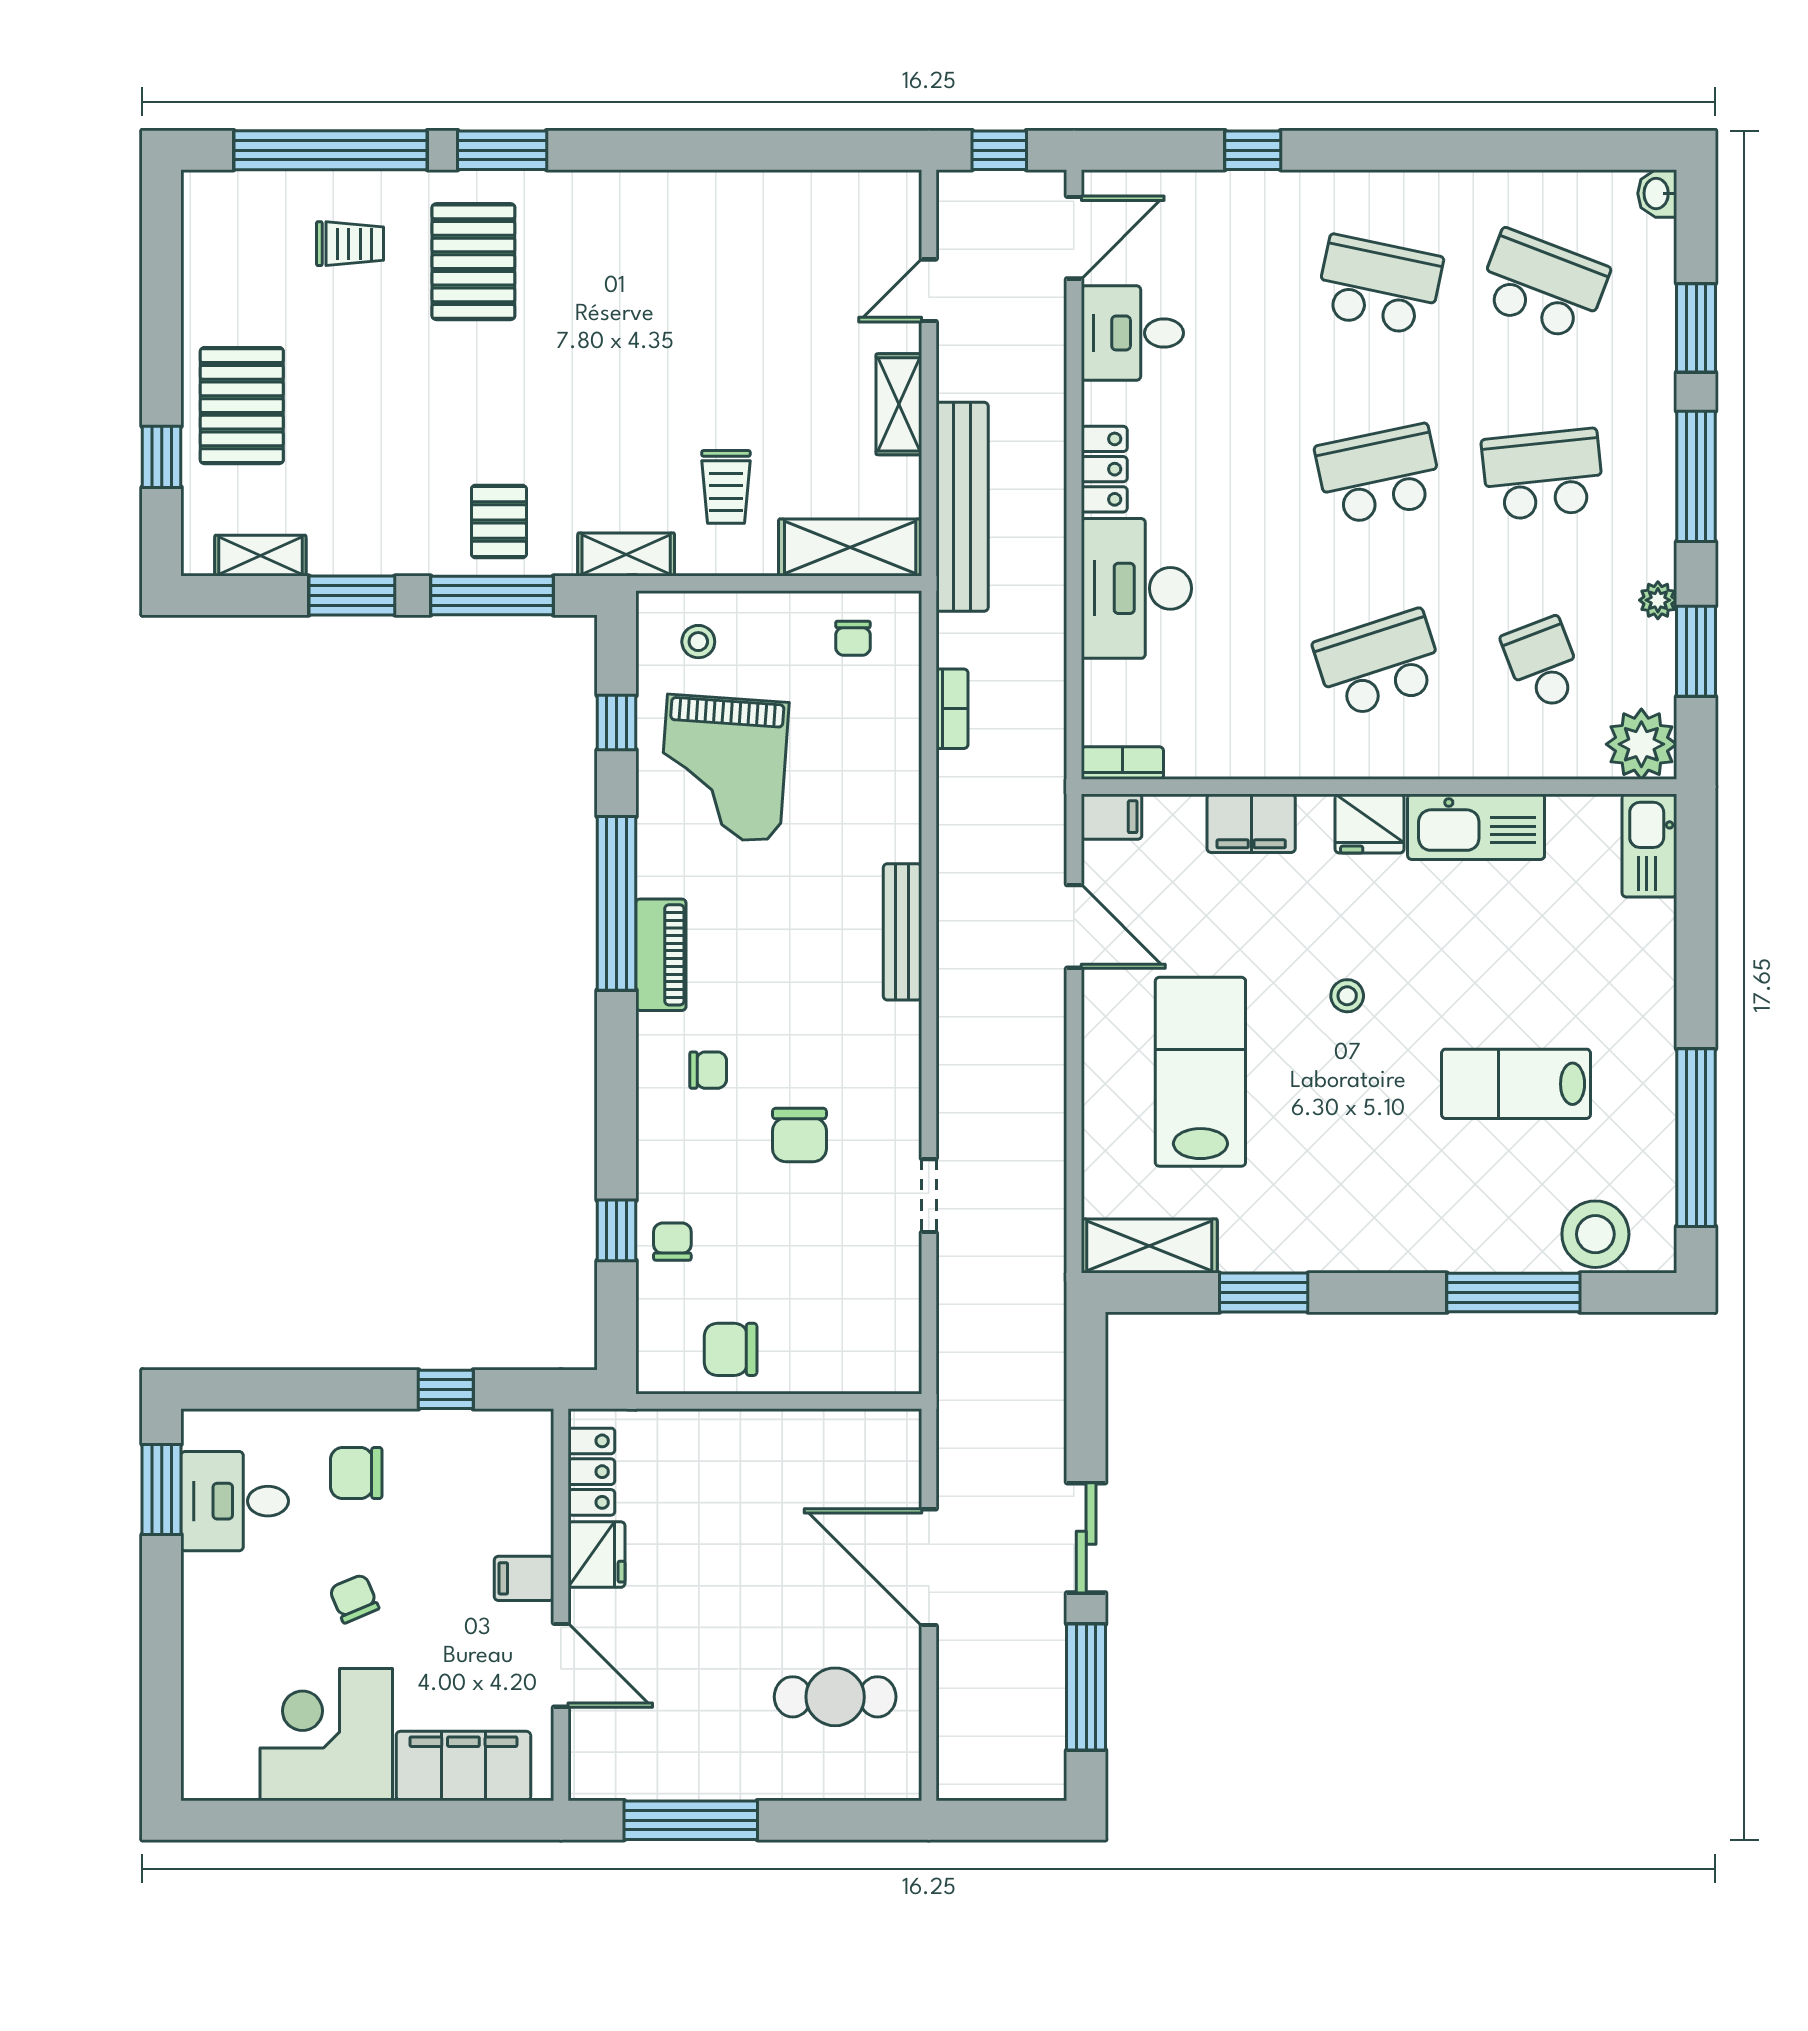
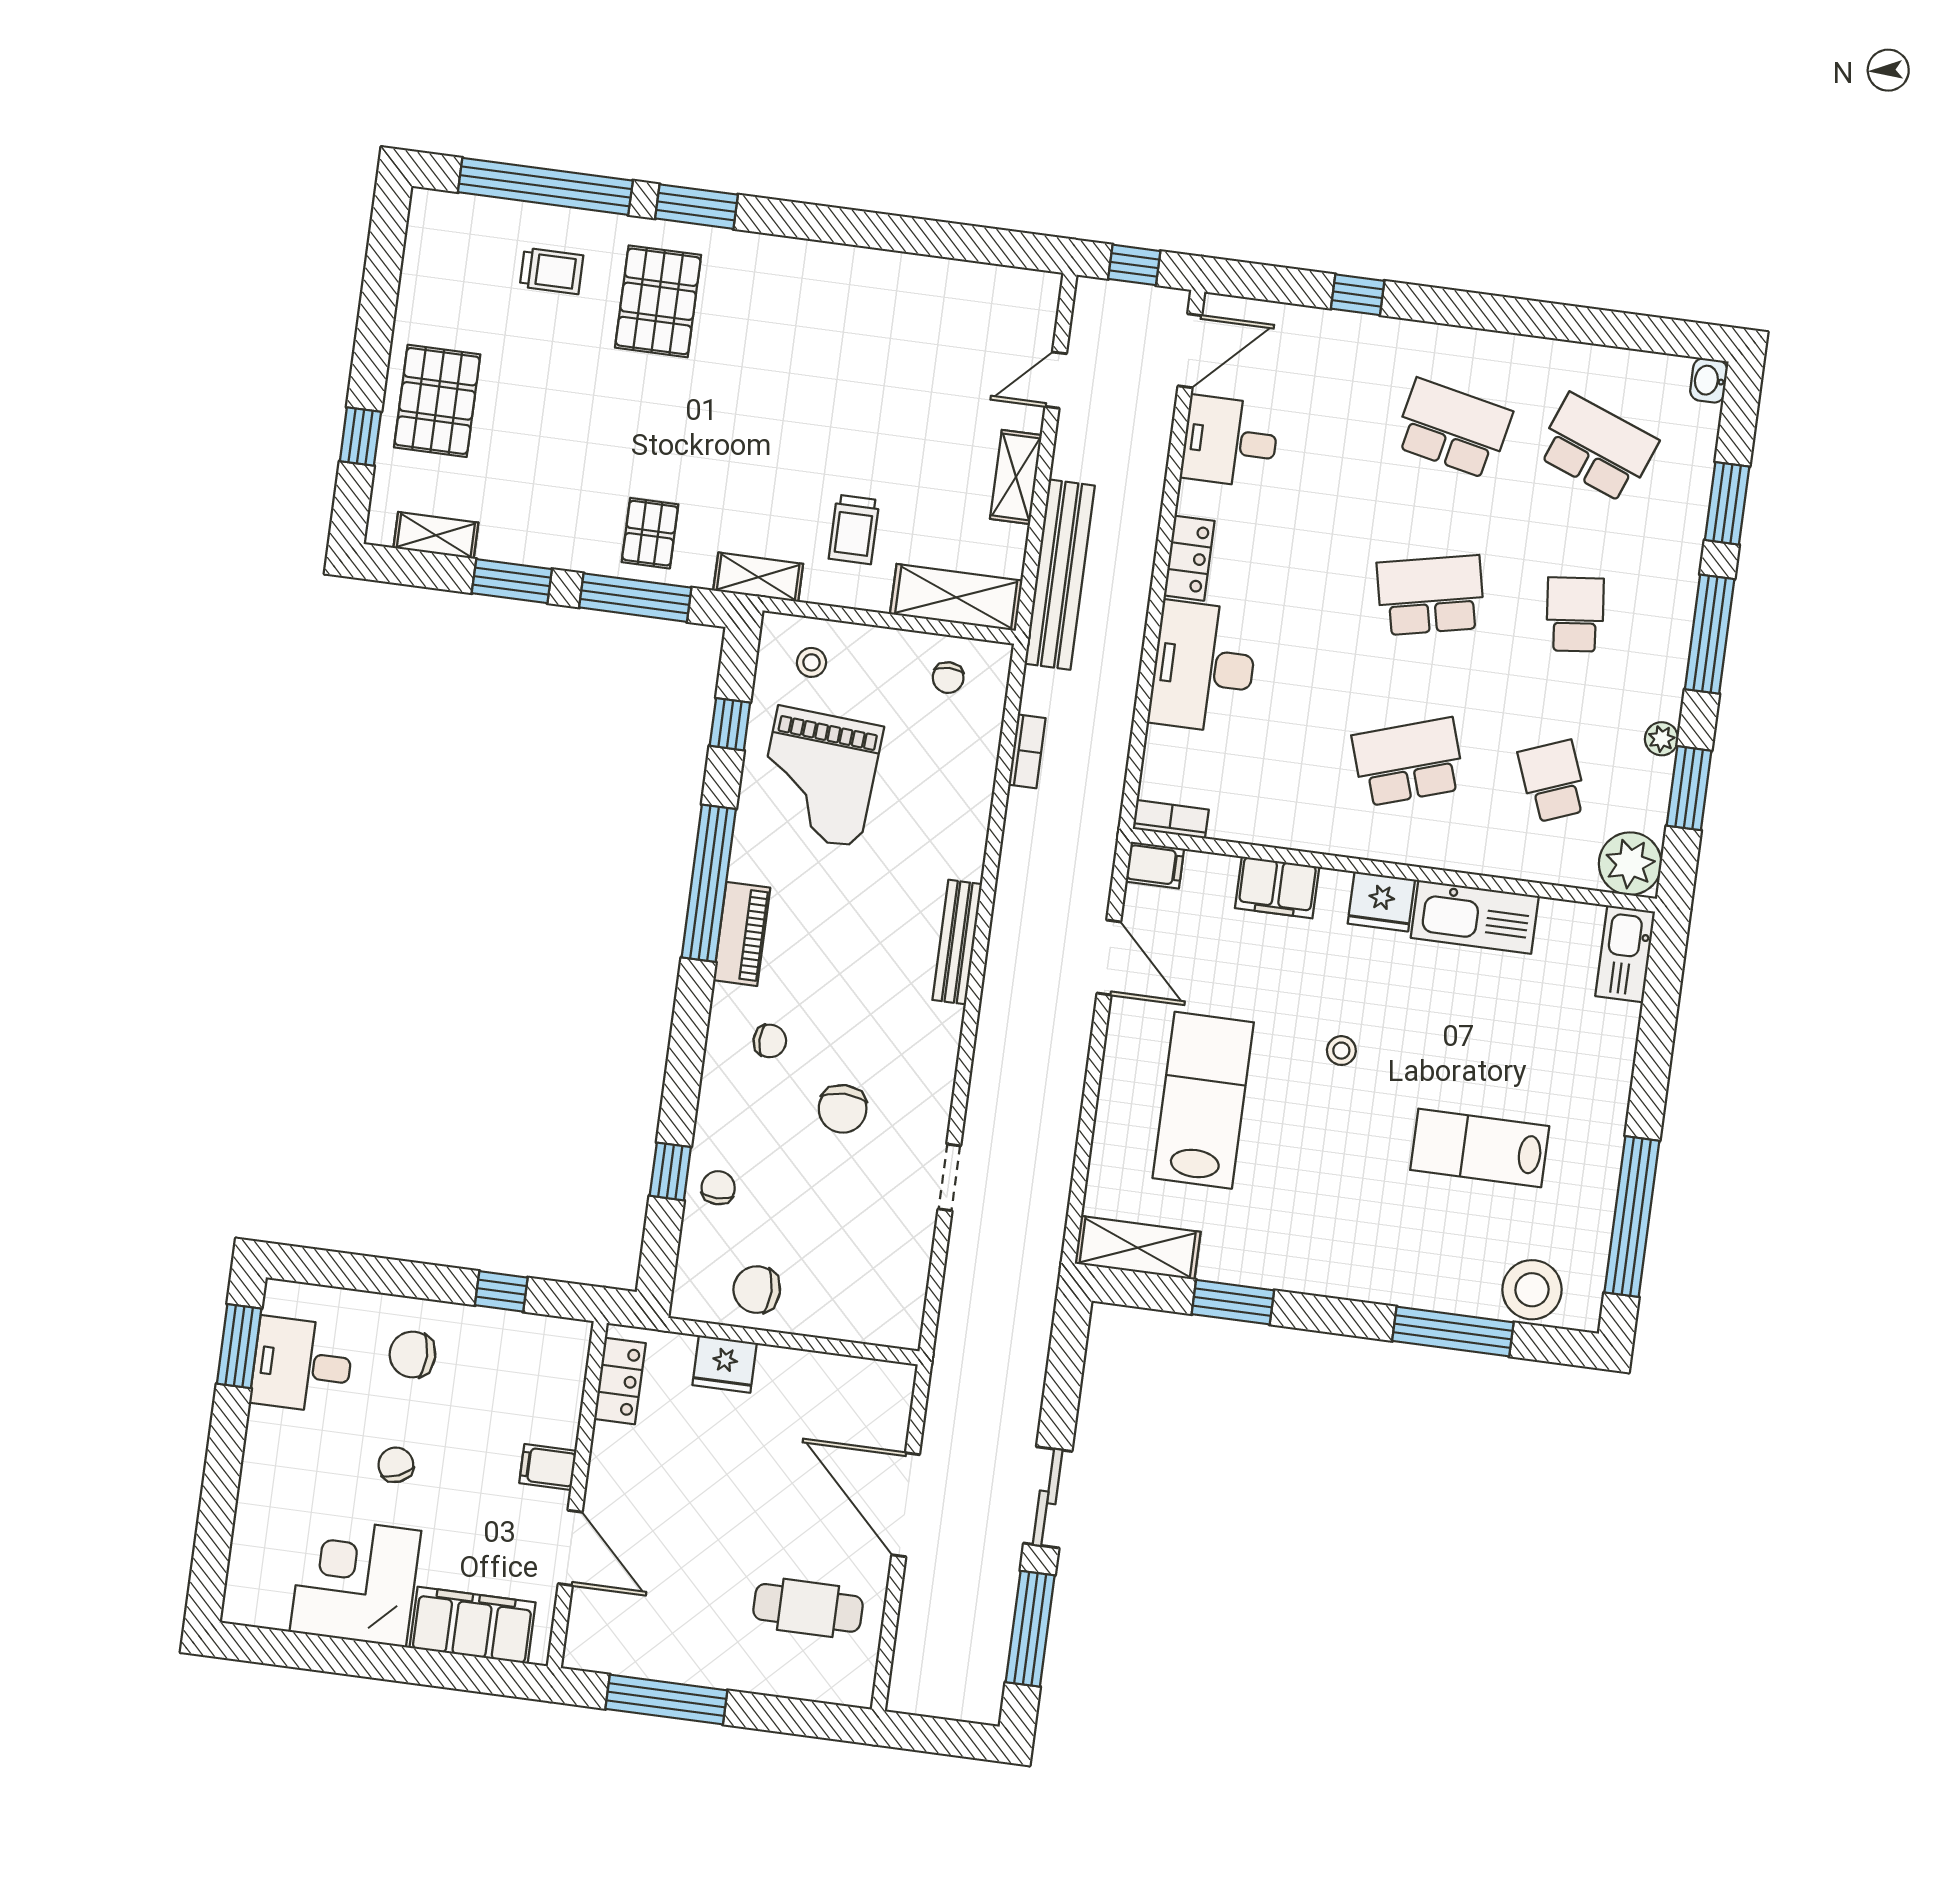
school desk: (1543, 474) -> (1575, 614), width x0.54
fridge: (596, 1555) -> (725, 1364), moved, turned 90

